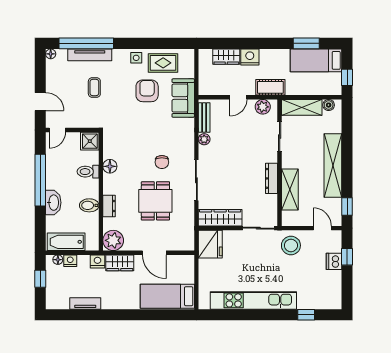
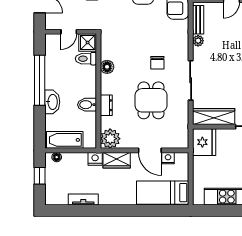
door: (57, 130) -> (69, 32), moved
toilet: (88, 172) -> (86, 59), moved
nightstand: (70, 261) -> (168, 158), moved

